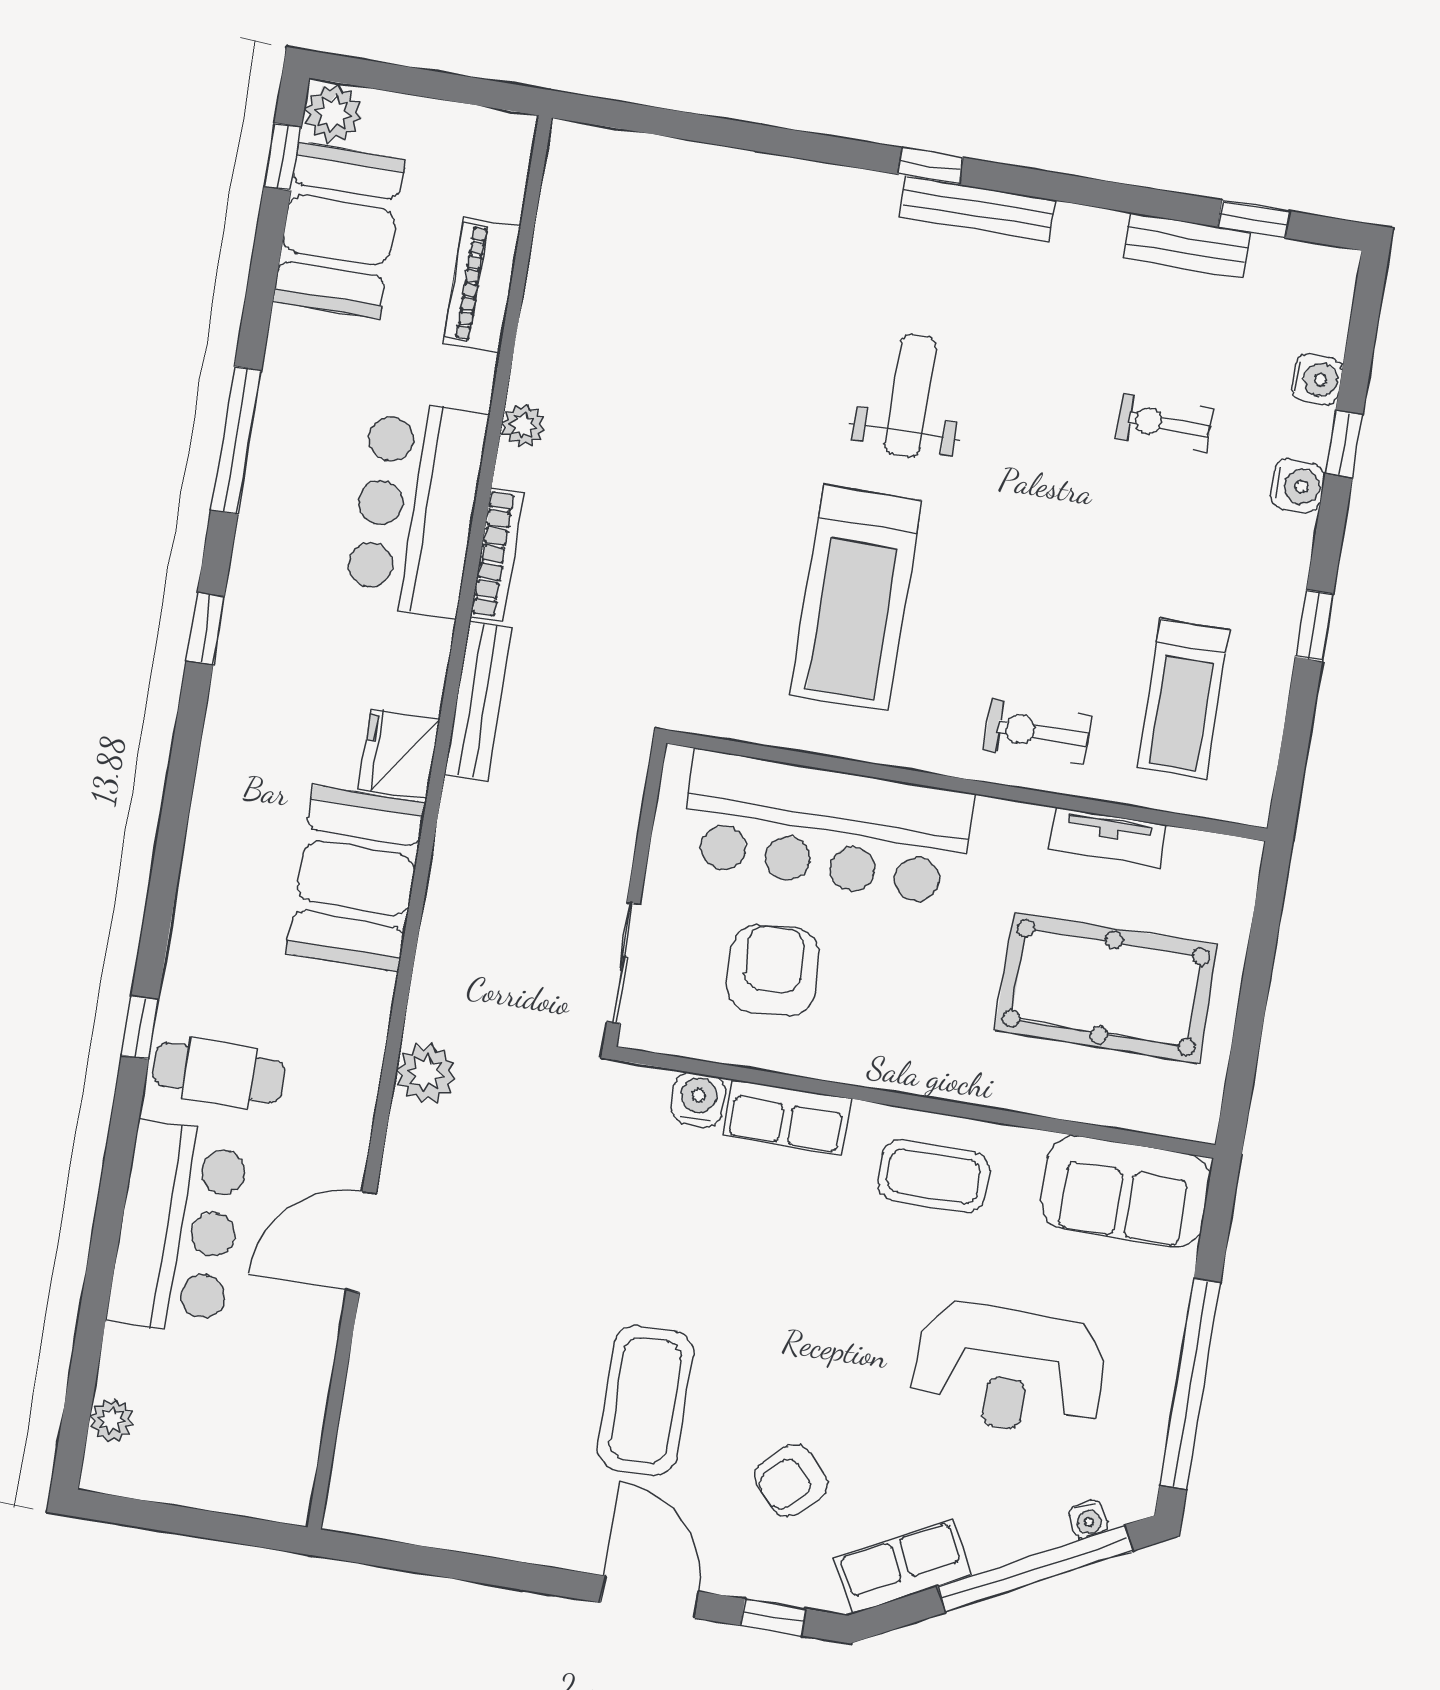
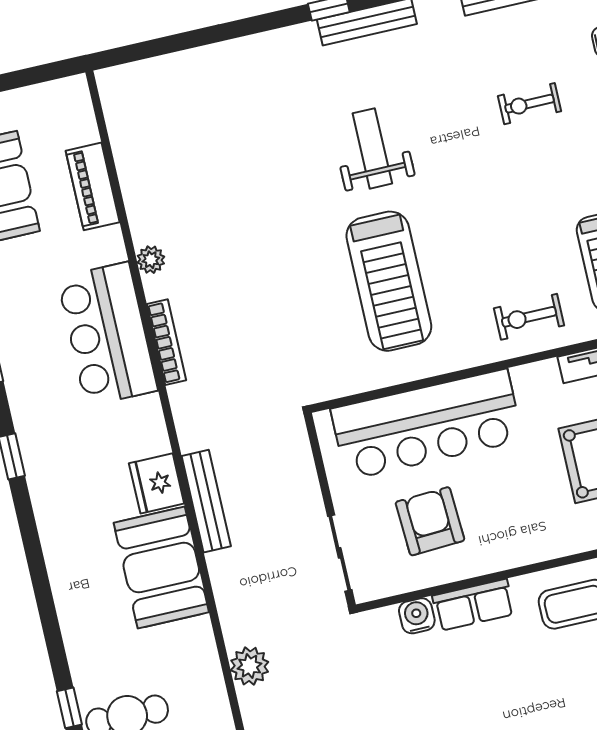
bench: (478, 701) -> (206, 501), moved

